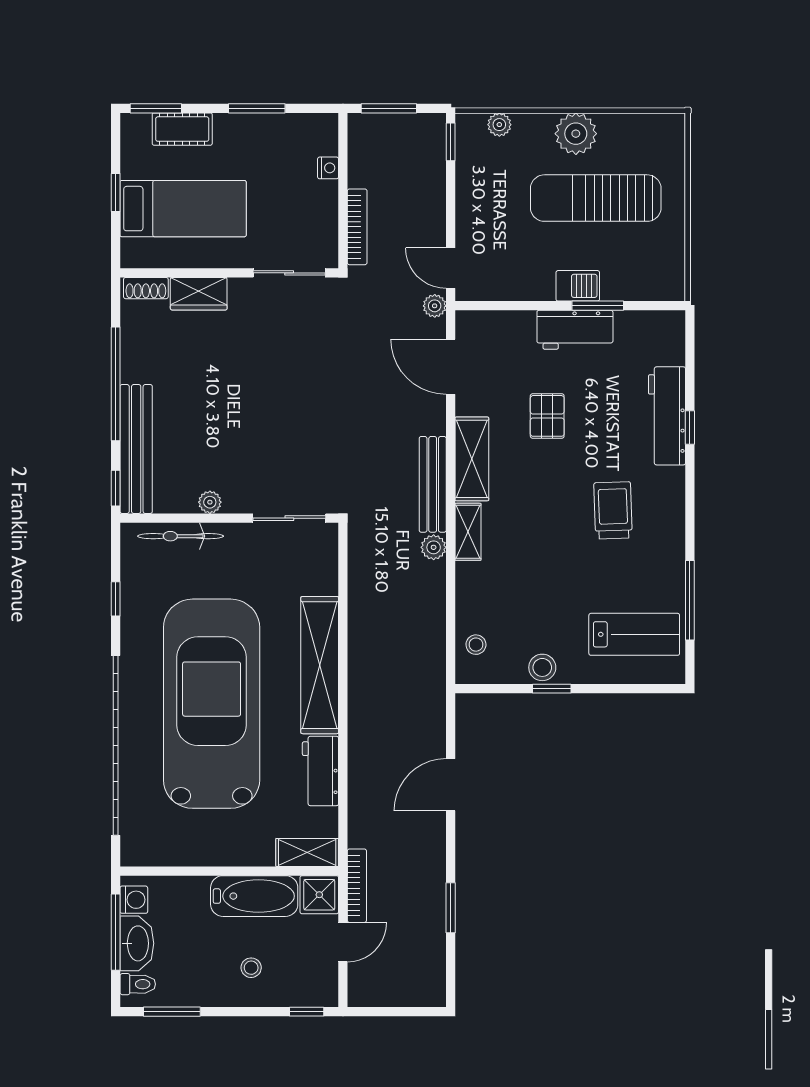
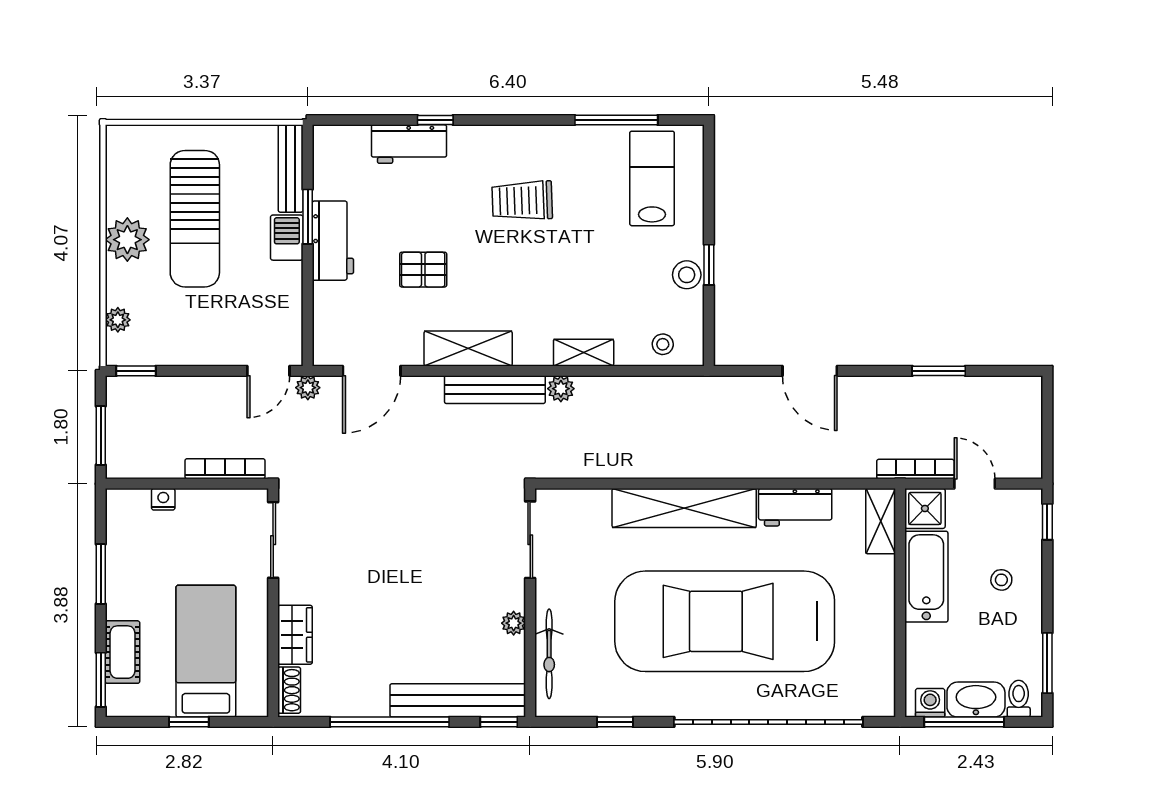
bench: (644, 289) -> (291, 169), added
workbench: (667, 416) -> (409, 144), width x0.73
shelving: (468, 532) -> (584, 353), moved

